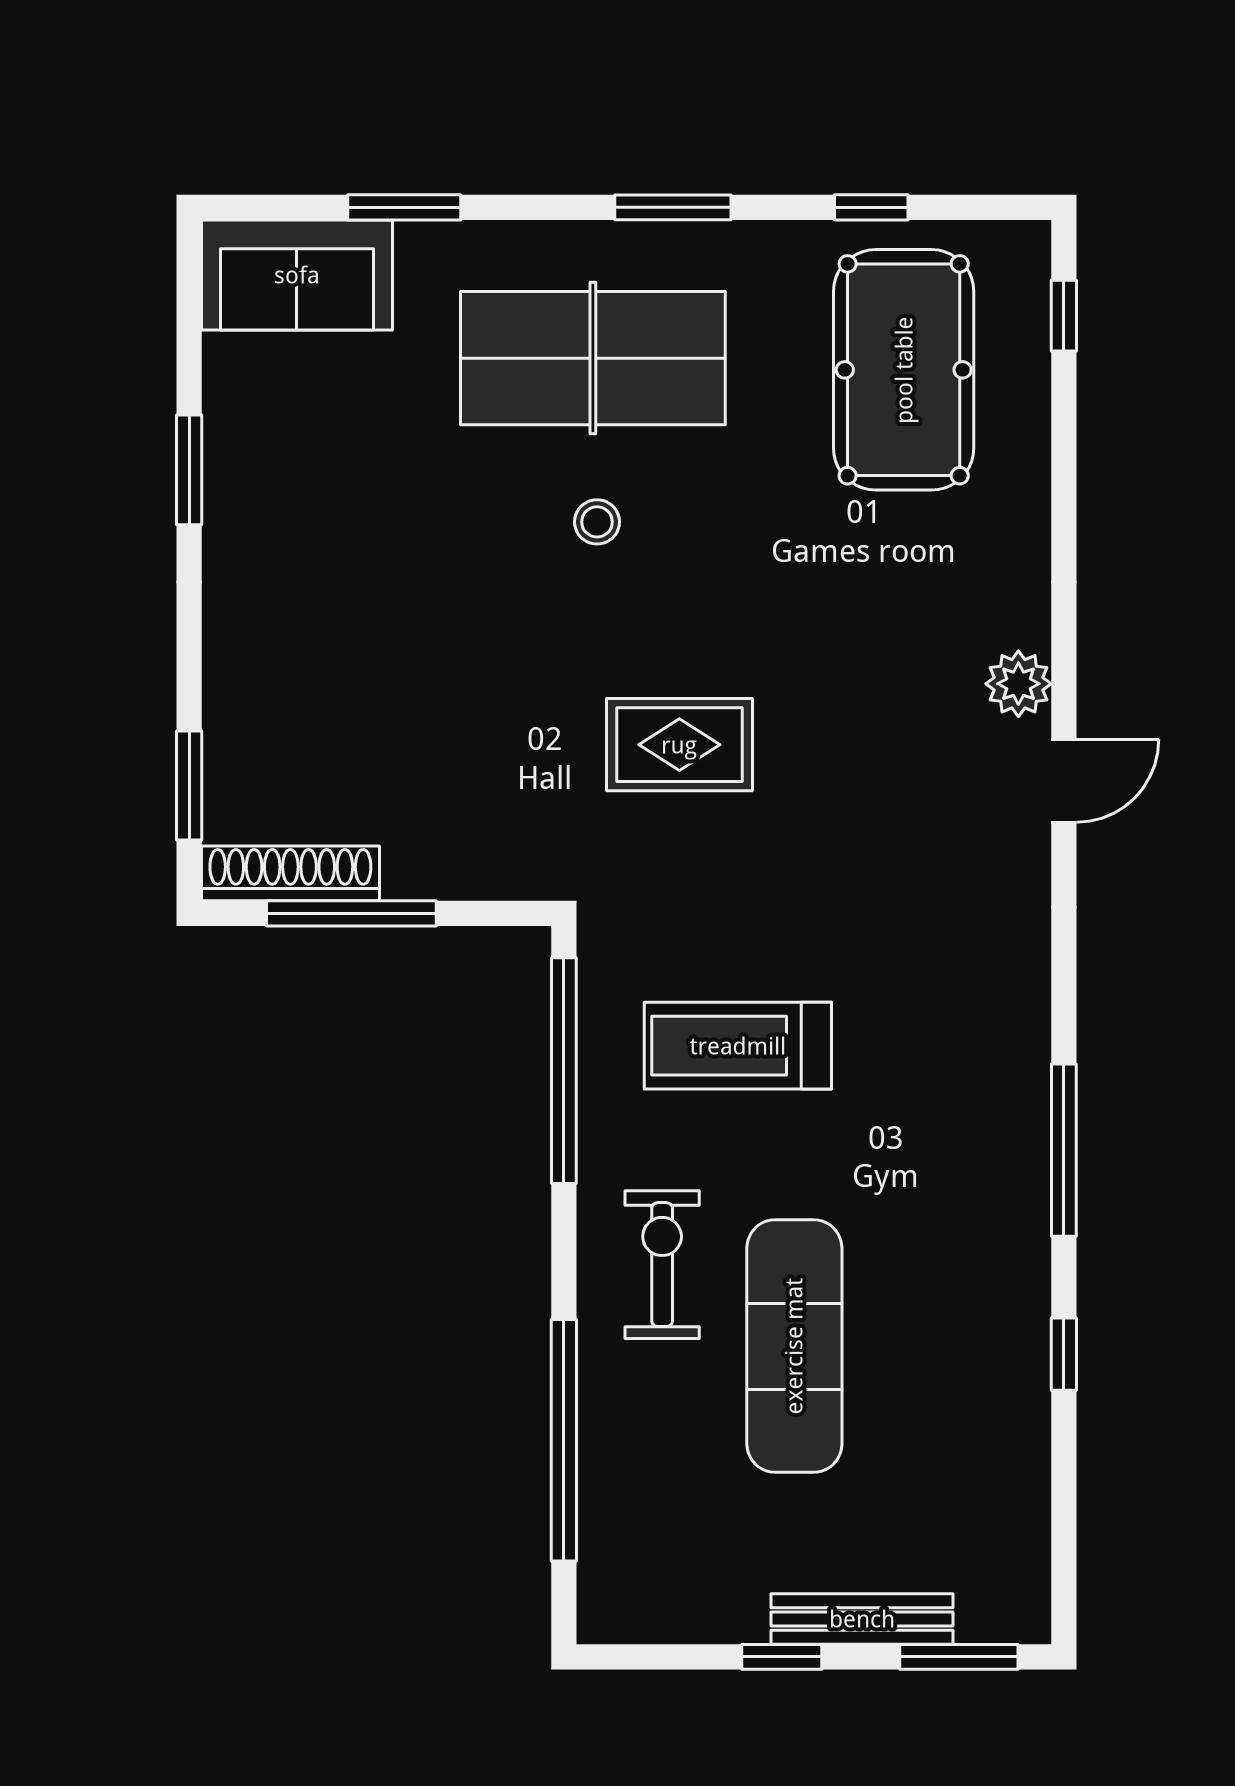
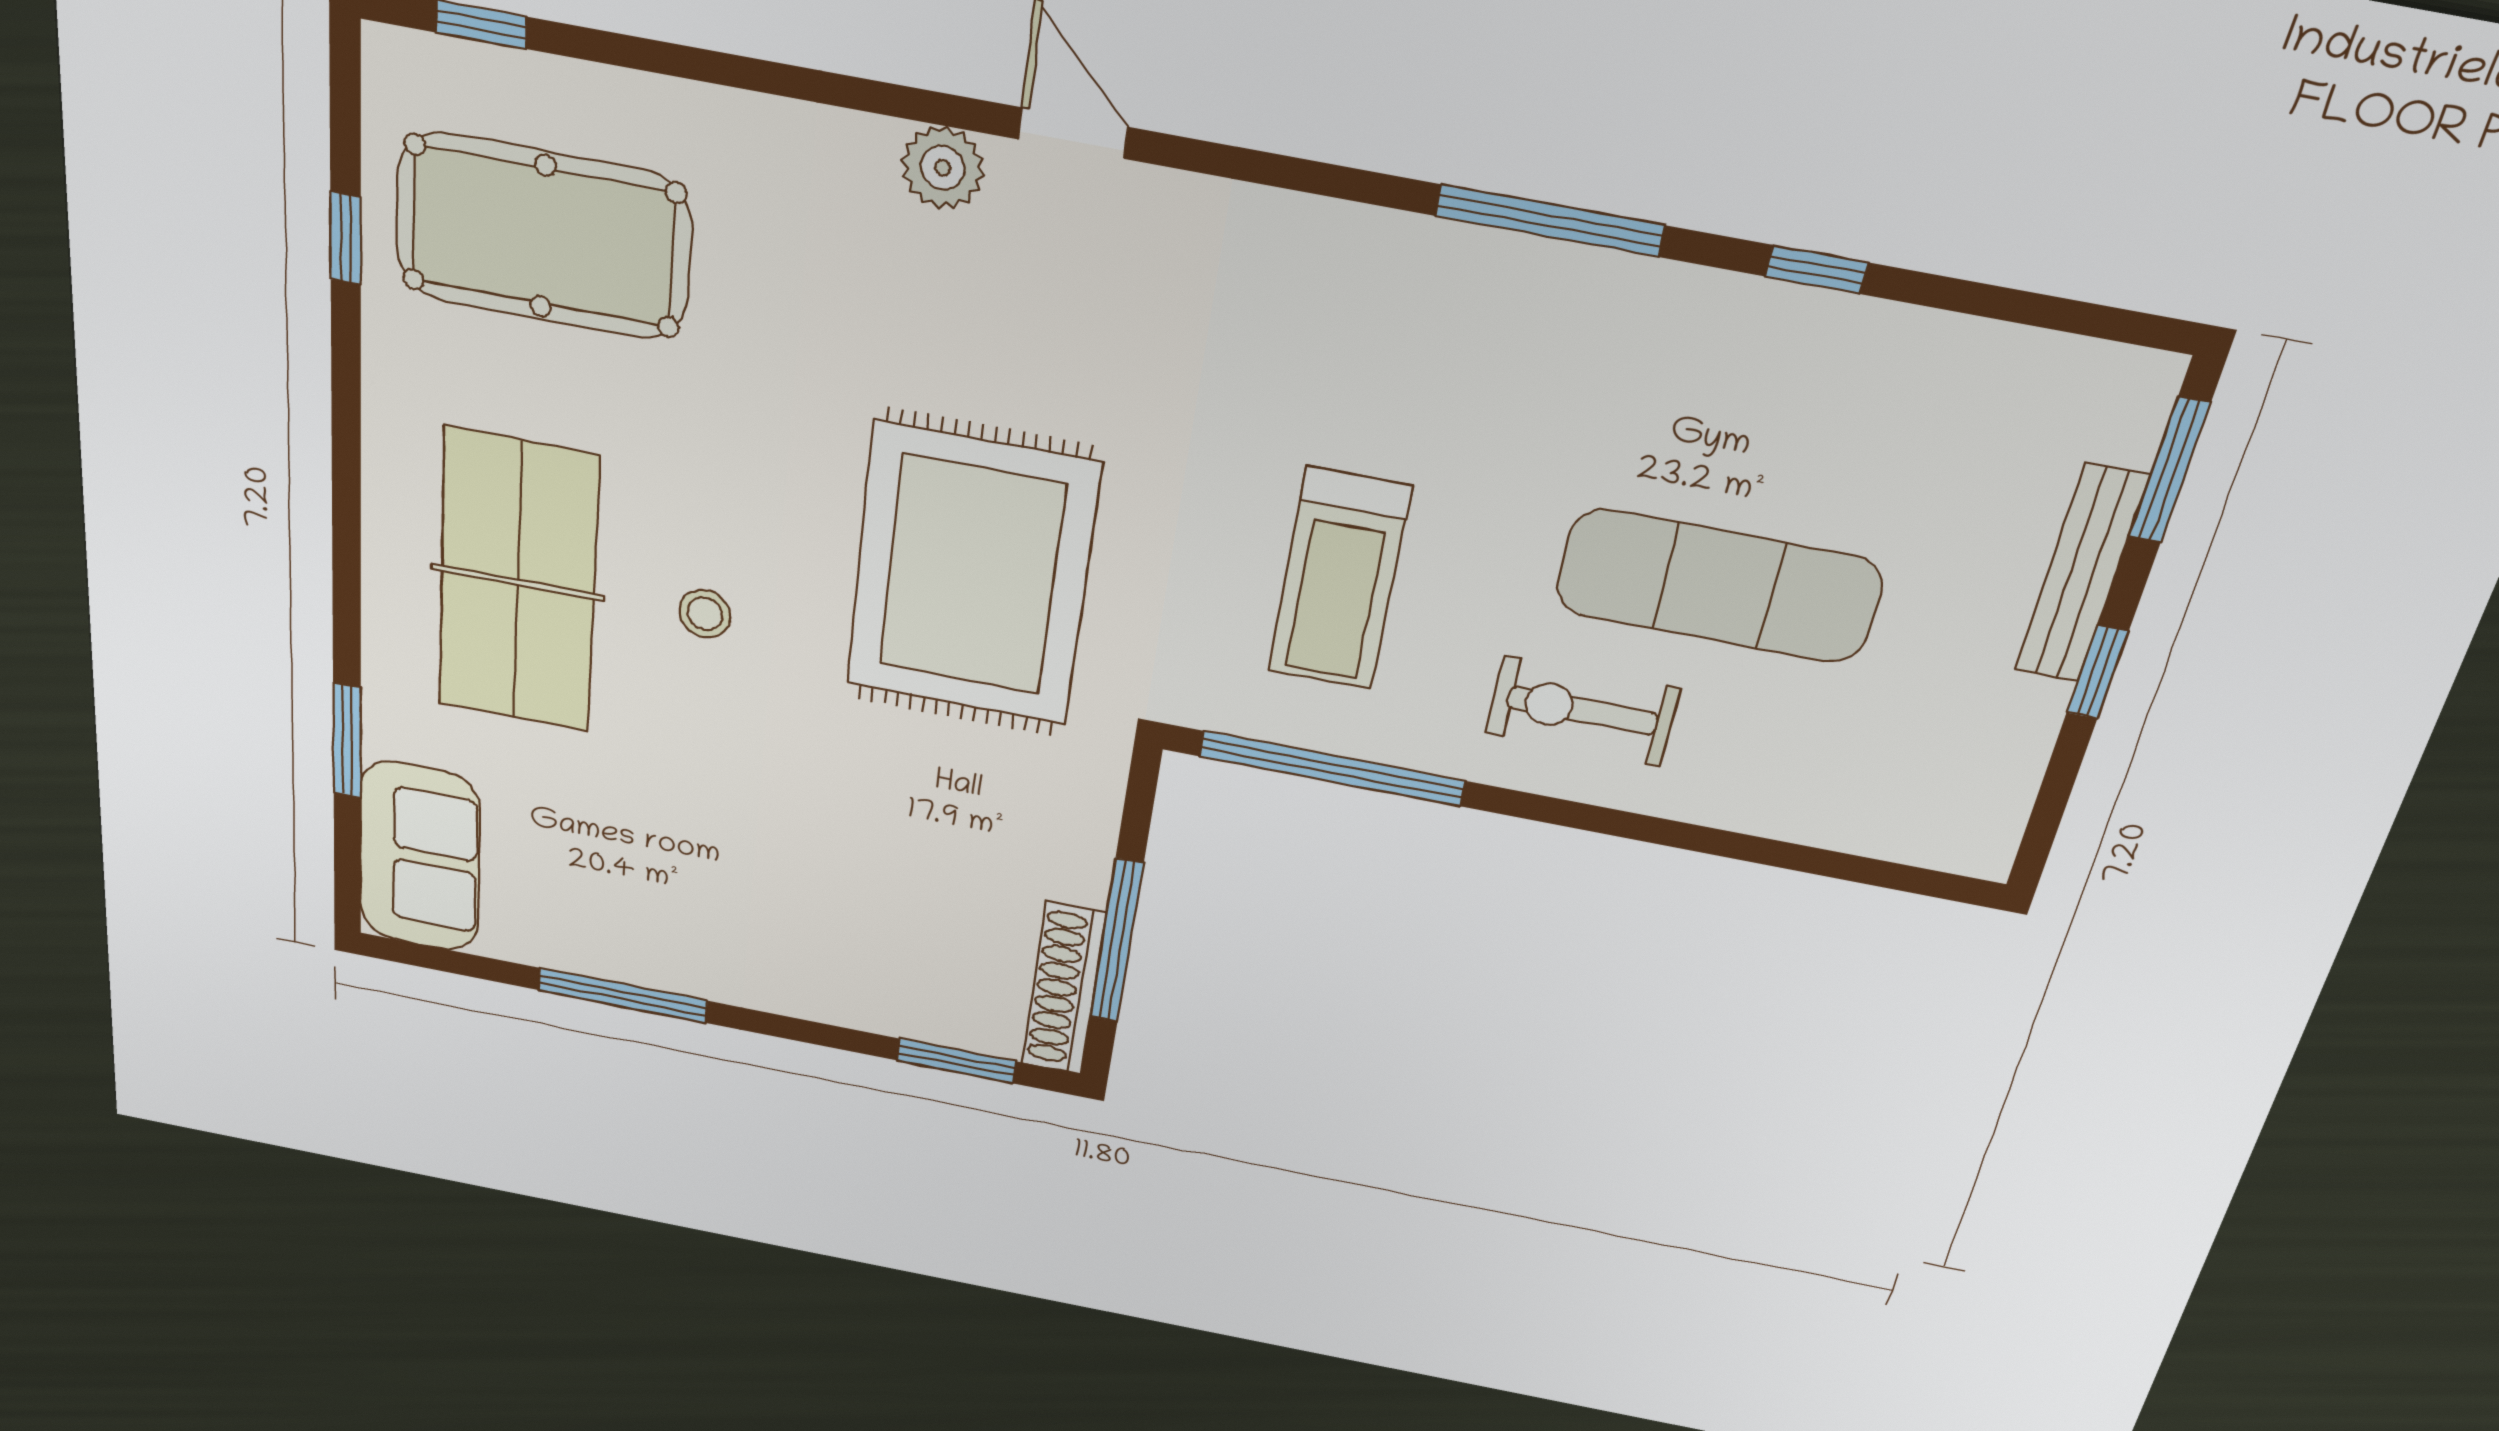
window: (673, 207) -> (346, 464), removed
window: (189, 470) -> (623, 995), width x1.44
rug: (679, 745) -> (972, 575), width x1.86, depth x2.06
window: (564, 1440) -> (1762, 851), removed

